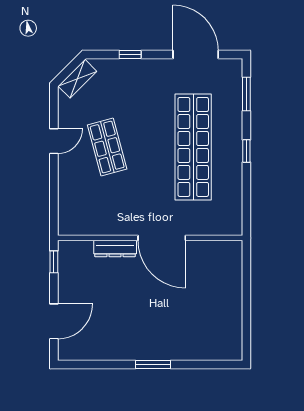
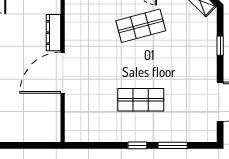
window: (246, 94) -> (173, 145), moved
shop shelf: (193, 147) -> (141, 100), width x0.50, depth x0.74

